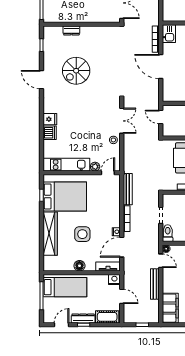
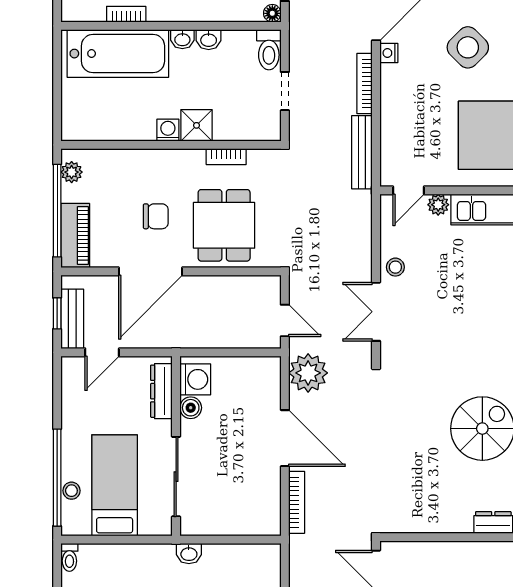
kitchen sink: (169, 34) -> (266, 515), removed
plant: (151, 95) -> (308, 373), added
side table: (82, 234) -> (468, 47), turned 45

